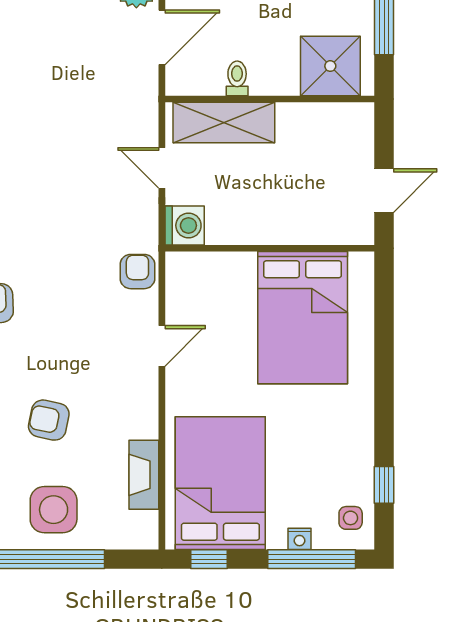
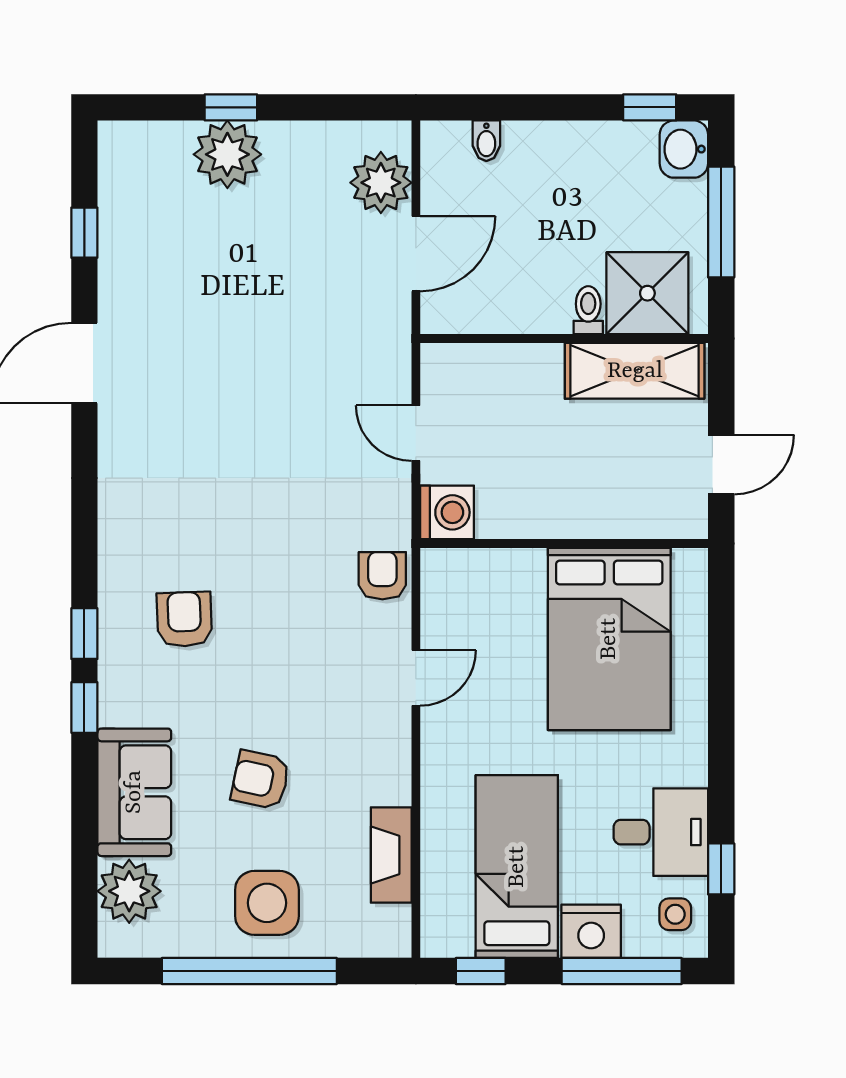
toilet: (237, 78) -> (588, 310), moved
shelving: (224, 123) -> (635, 371), moved
desk: (340, 458) -> (661, 832), added
bed: (220, 483) -> (517, 867), width x0.67
nightstand: (300, 539) -> (591, 931), width x1.89, depth x1.79

